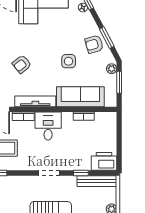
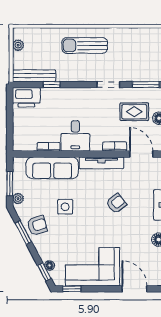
desk: (48, 126) -> (75, 136), moved
doorway: (49, 173) -> (108, 85), moved

